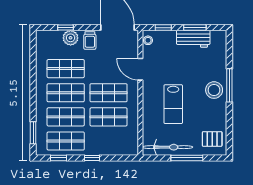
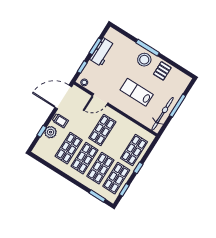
lab bench: (173, 104) -> (137, 92), turned 180
shop shelf: (109, 117) -> (134, 150), moved
pallet: (212, 139) -> (162, 71), moved

